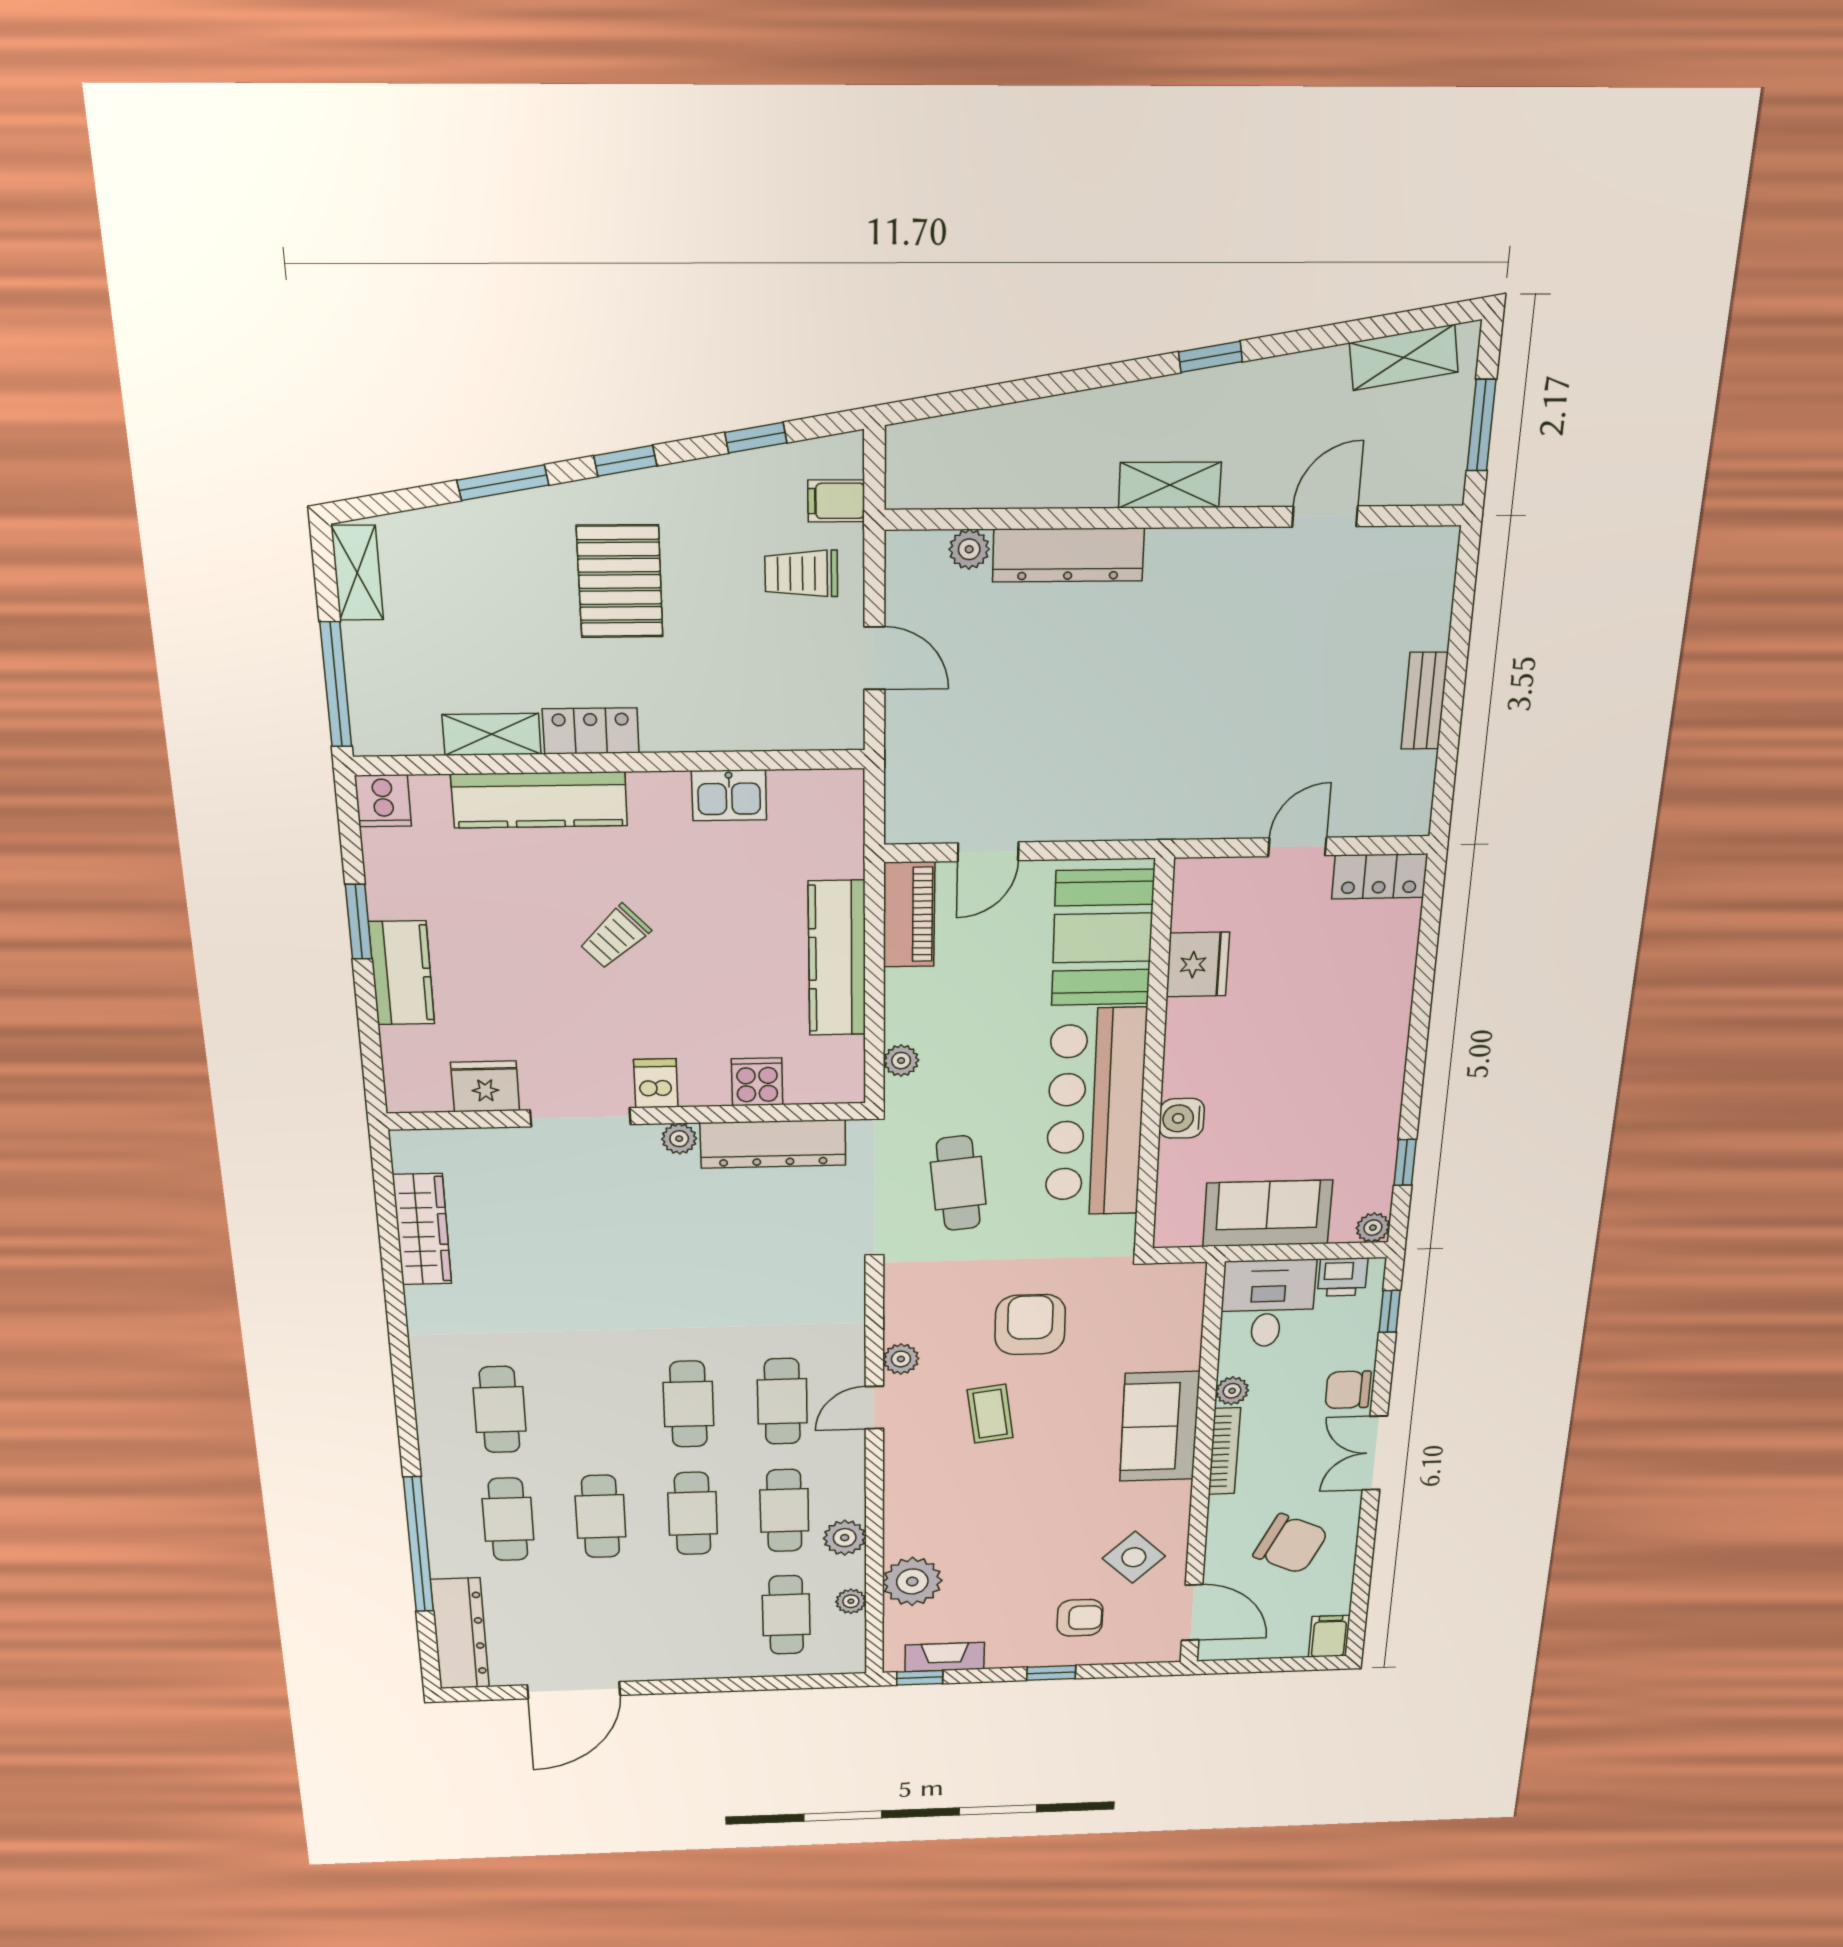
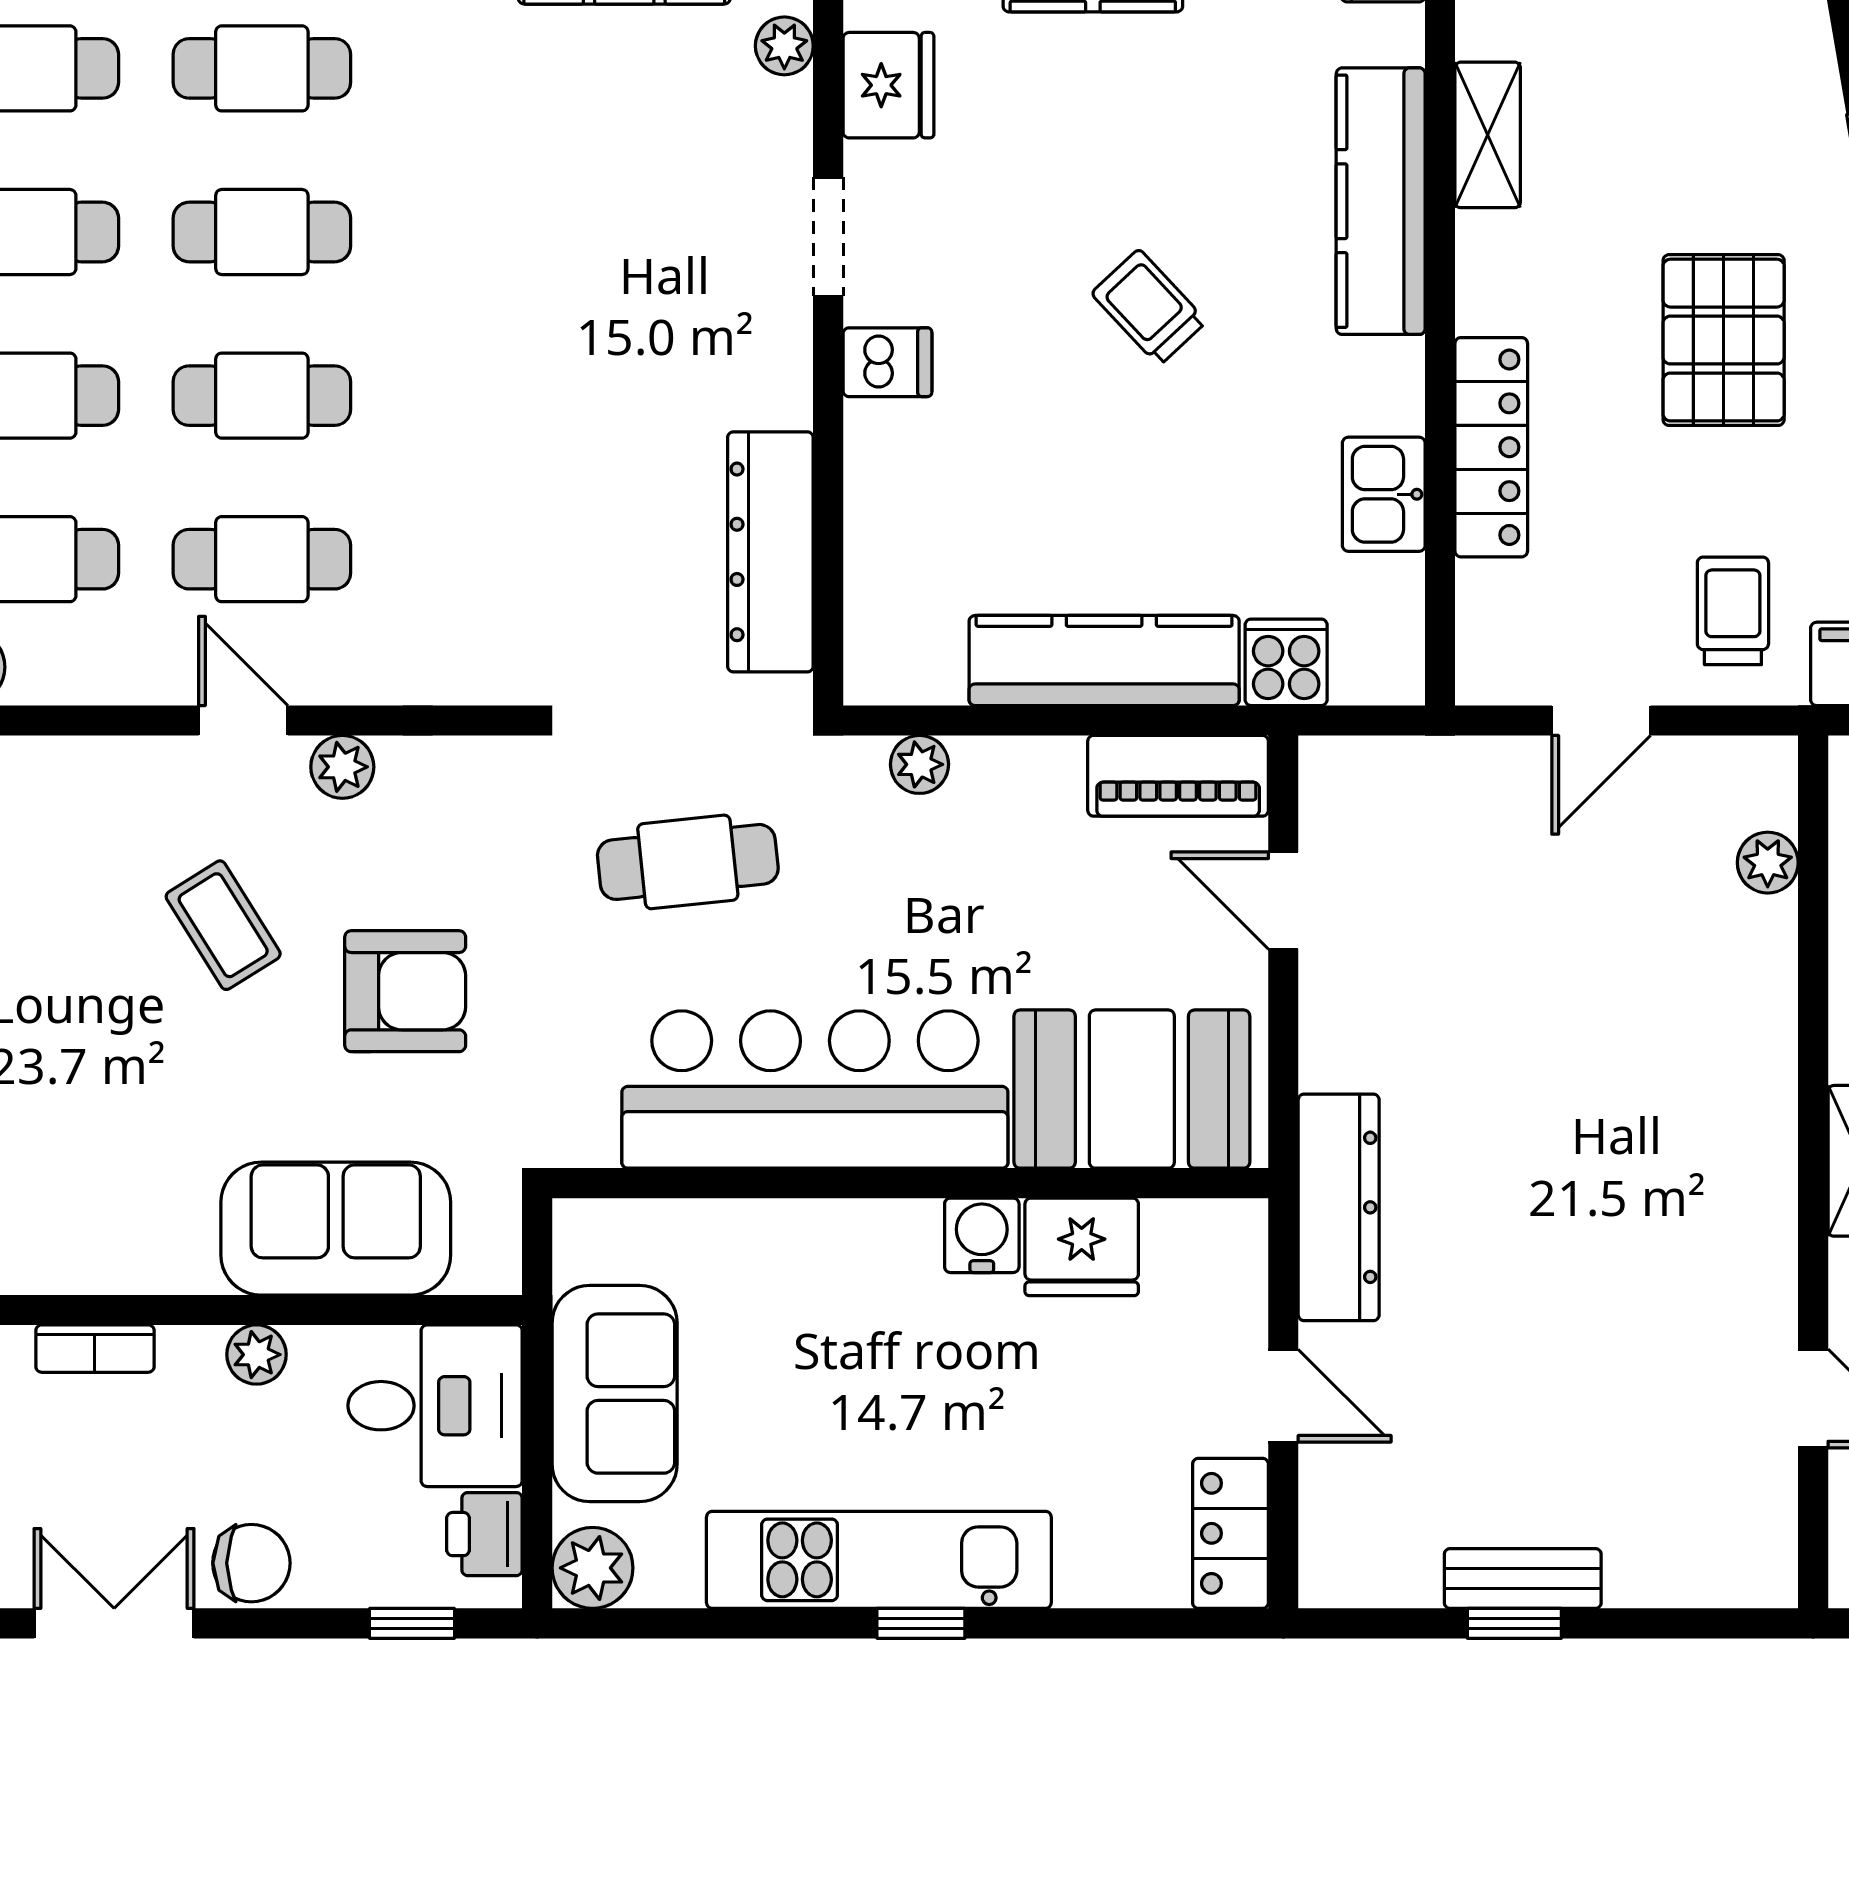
dresser: (1068, 555) -> (1339, 1207), moved, turned 180
pallet: (620, 581) -> (1724, 340), turned 90
window: (1452, 706) -> (1514, 1623), added
locker: (591, 731) -> (1491, 447), moved, width x1.53
kitchen unit: (1377, 1073) -> (879, 1560), added
cooker: (757, 1082) -> (1286, 662), moved, turned -90
doorway: (580, 1117) -> (828, 237), width x0.73
water cooler: (1182, 1118) -> (982, 1235), moved
plant: (679, 1139) -> (784, 46), moved
window: (1405, 1162) -> (921, 1623), moved
plant: (1373, 1228) -> (593, 1568), width x1.38, depth x1.38
chair: (1348, 1390) -> (251, 1563), turned 90
cafe table: (594, 1407) -> (262, 232), added
coffee table: (990, 1414) -> (223, 925), turned 66
sofa: (1160, 1427) -> (336, 1229), moved
bookcase: (1224, 1451) -> (95, 1349), width x0.64

